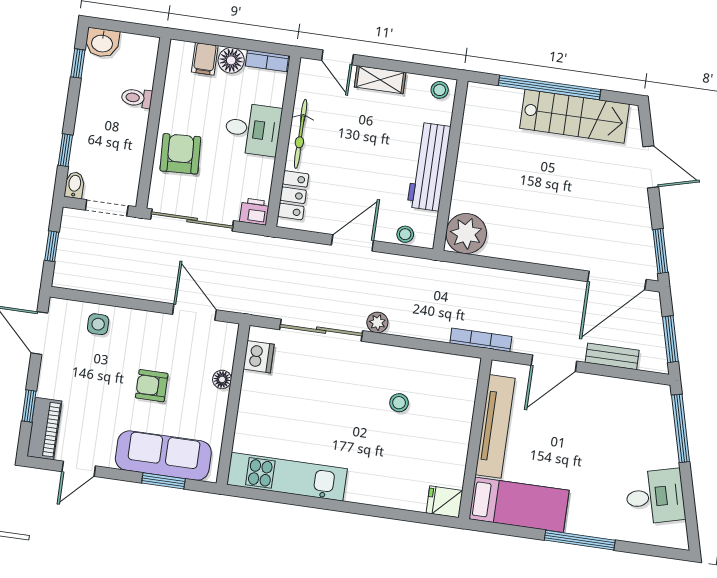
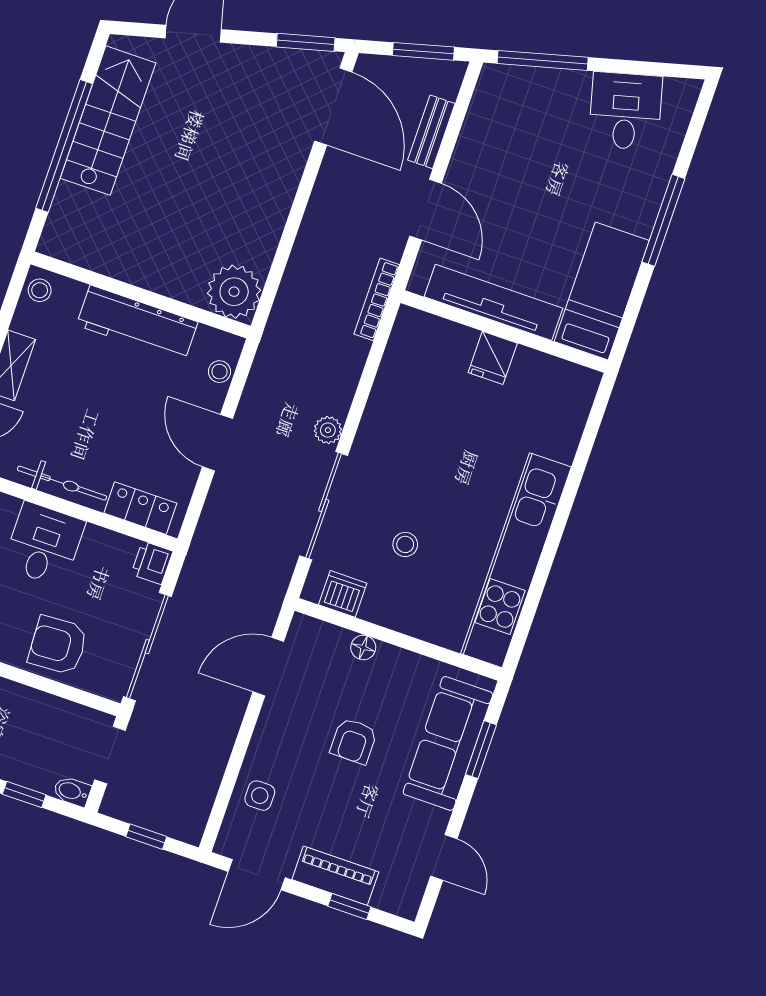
stool: (399, 403) -> (405, 544), moved
piano: (44, 429) -> (335, 876), moved
kitchen unit: (287, 477) -> (516, 560), width x1.36
fridge: (444, 502) -> (493, 358), moved

